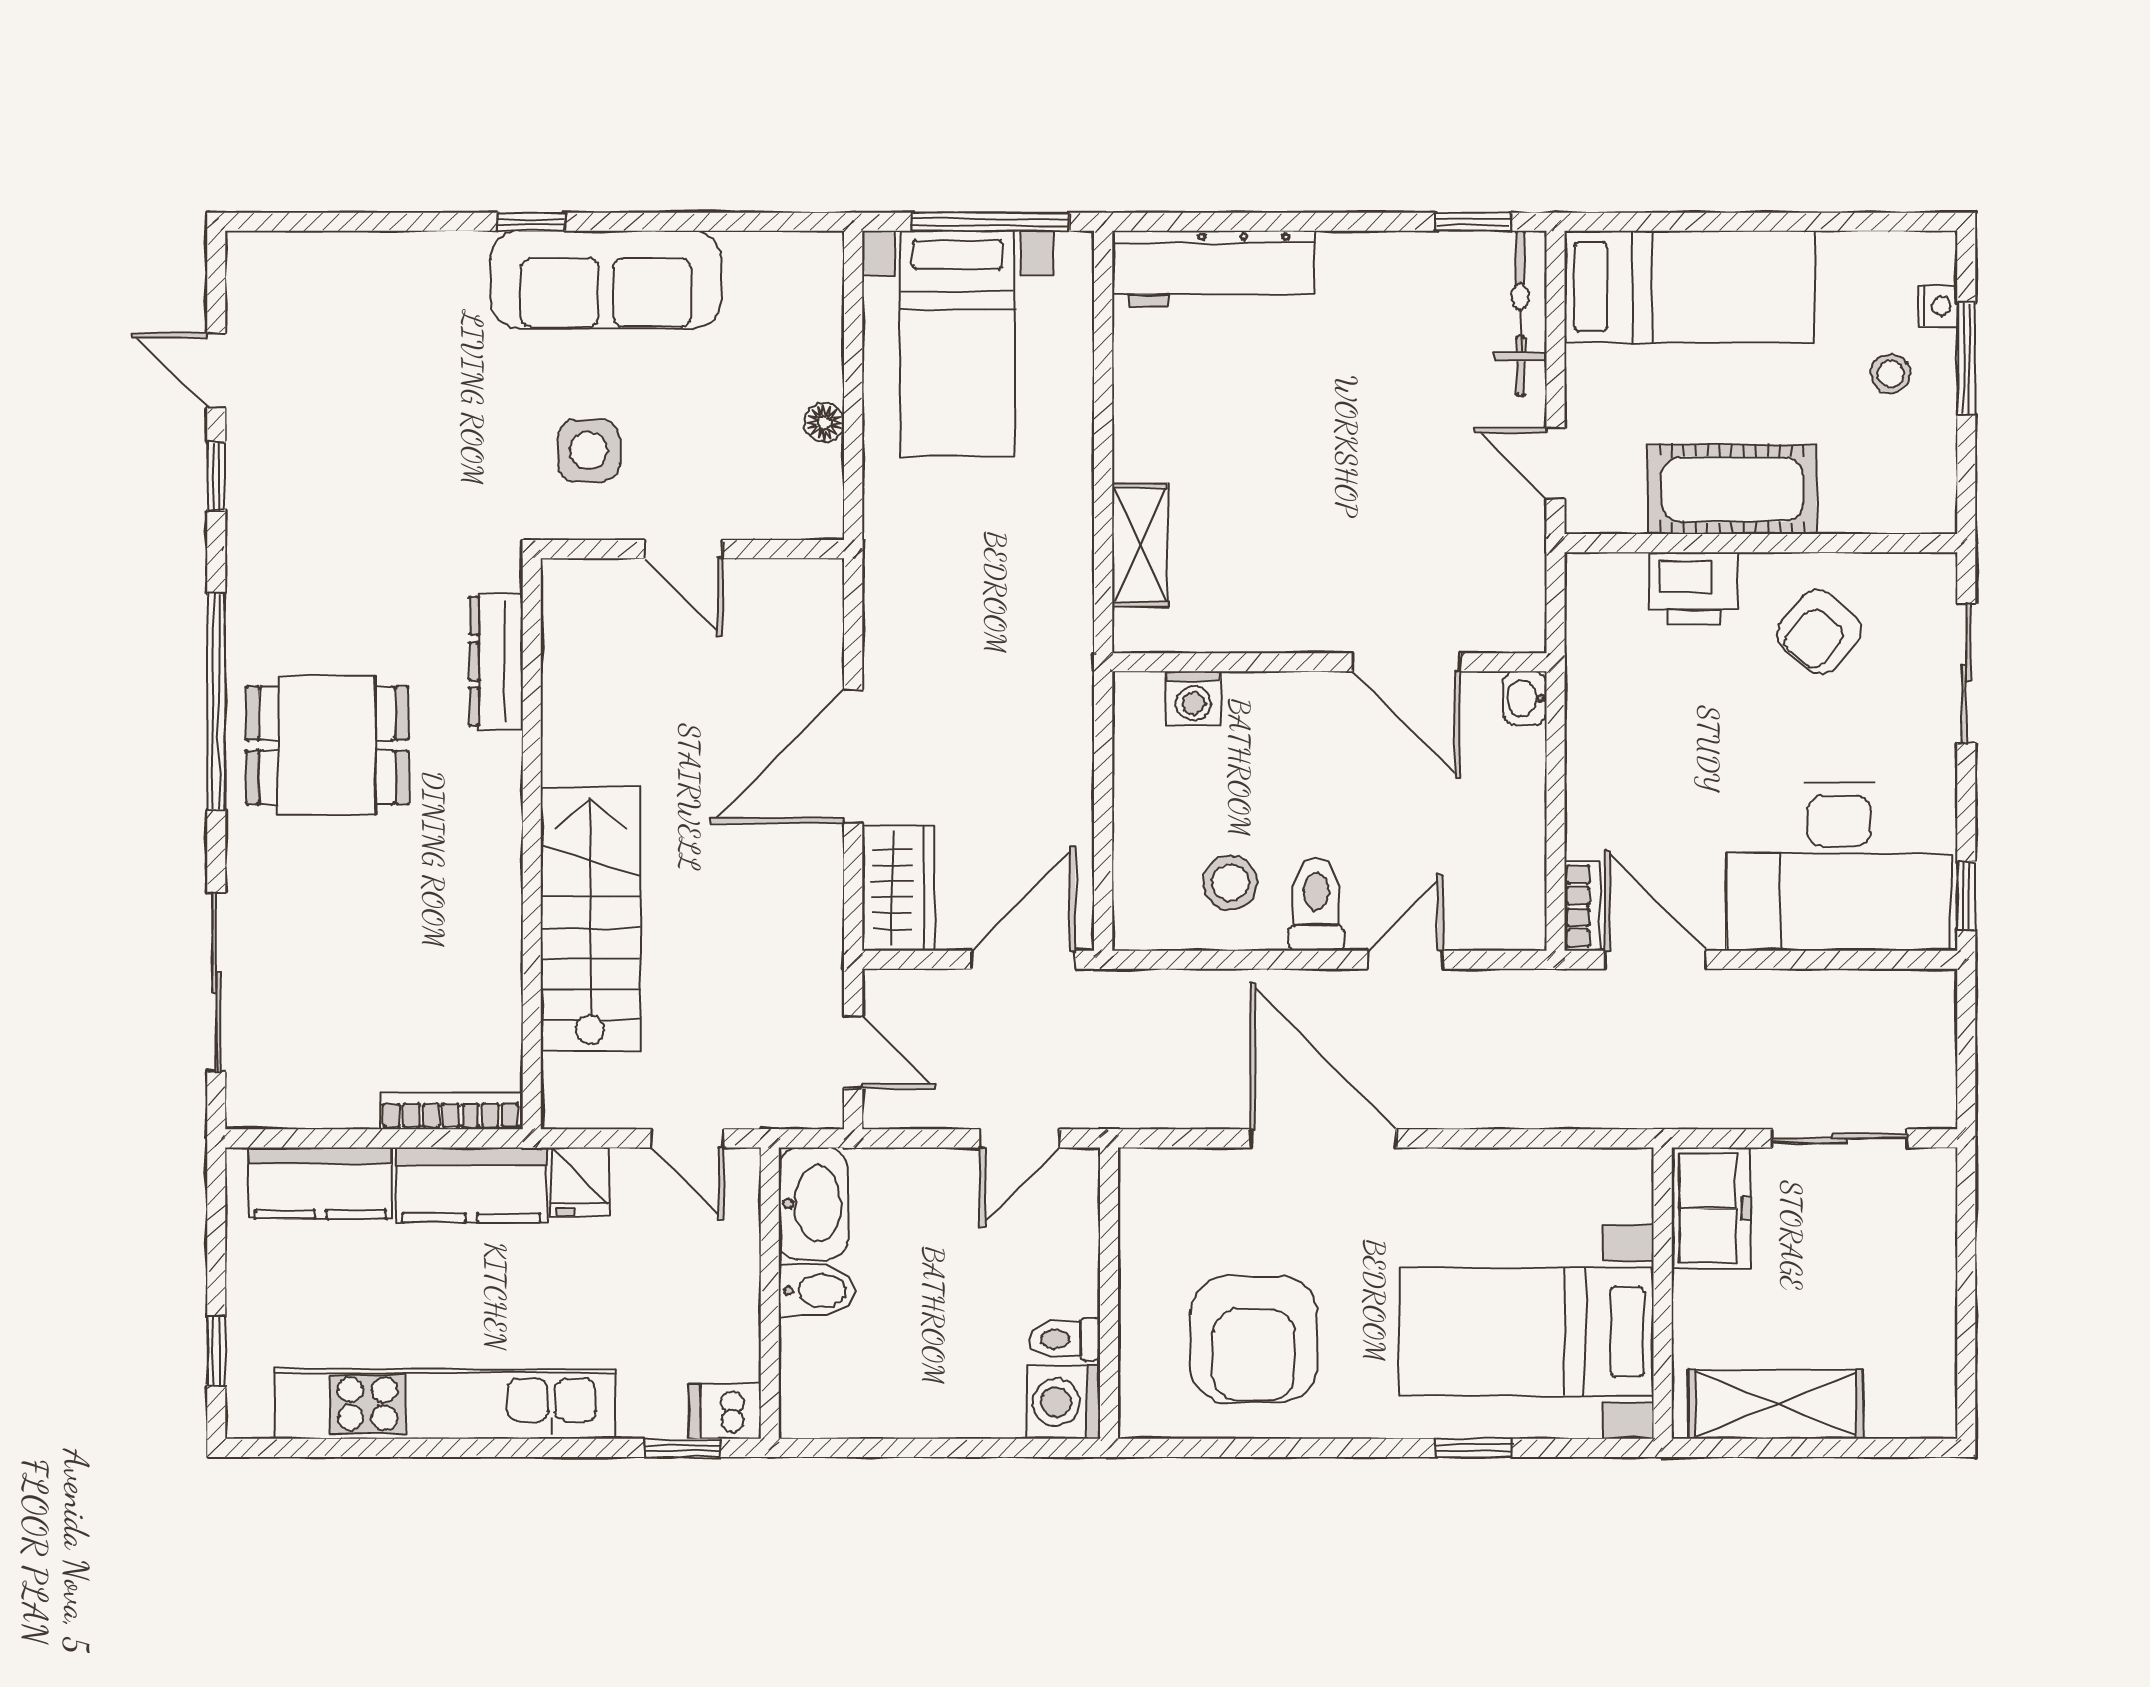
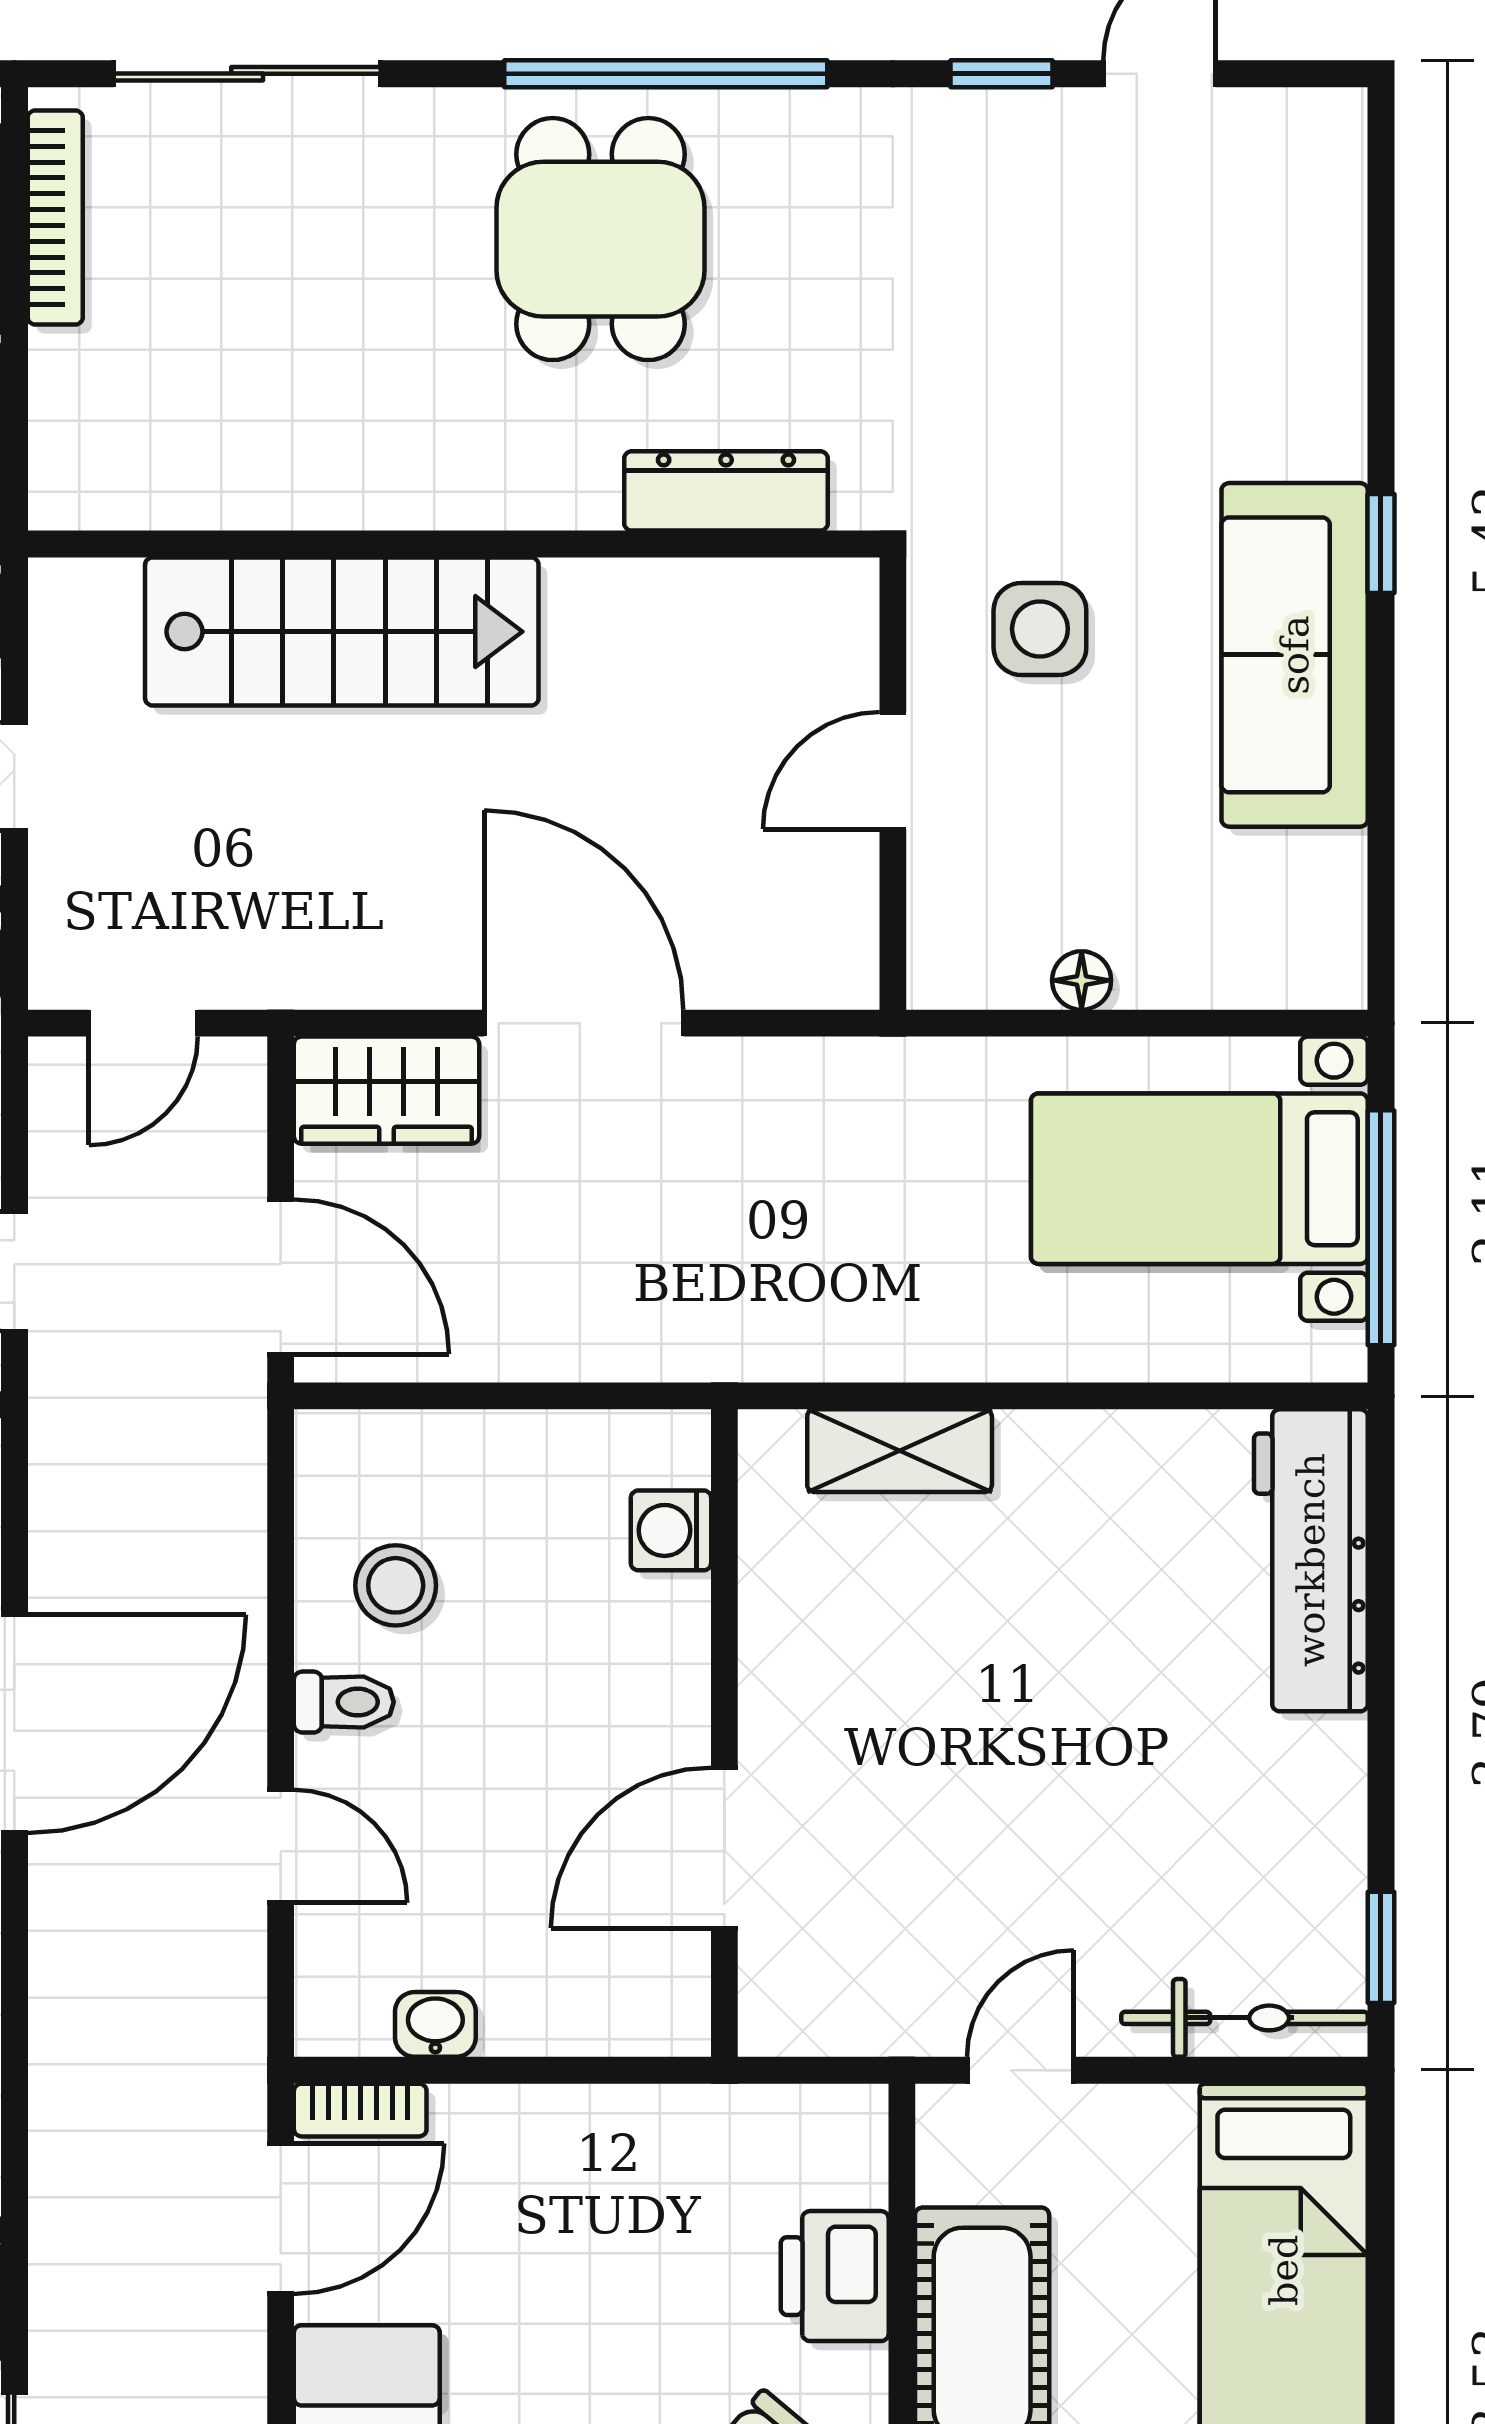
washbasin: (1525, 698) -> (435, 2024), moved
toilet: (1316, 905) -> (344, 1702), width x0.73, depth x0.72
bookcase: (451, 1111) -> (55, 217), moved

